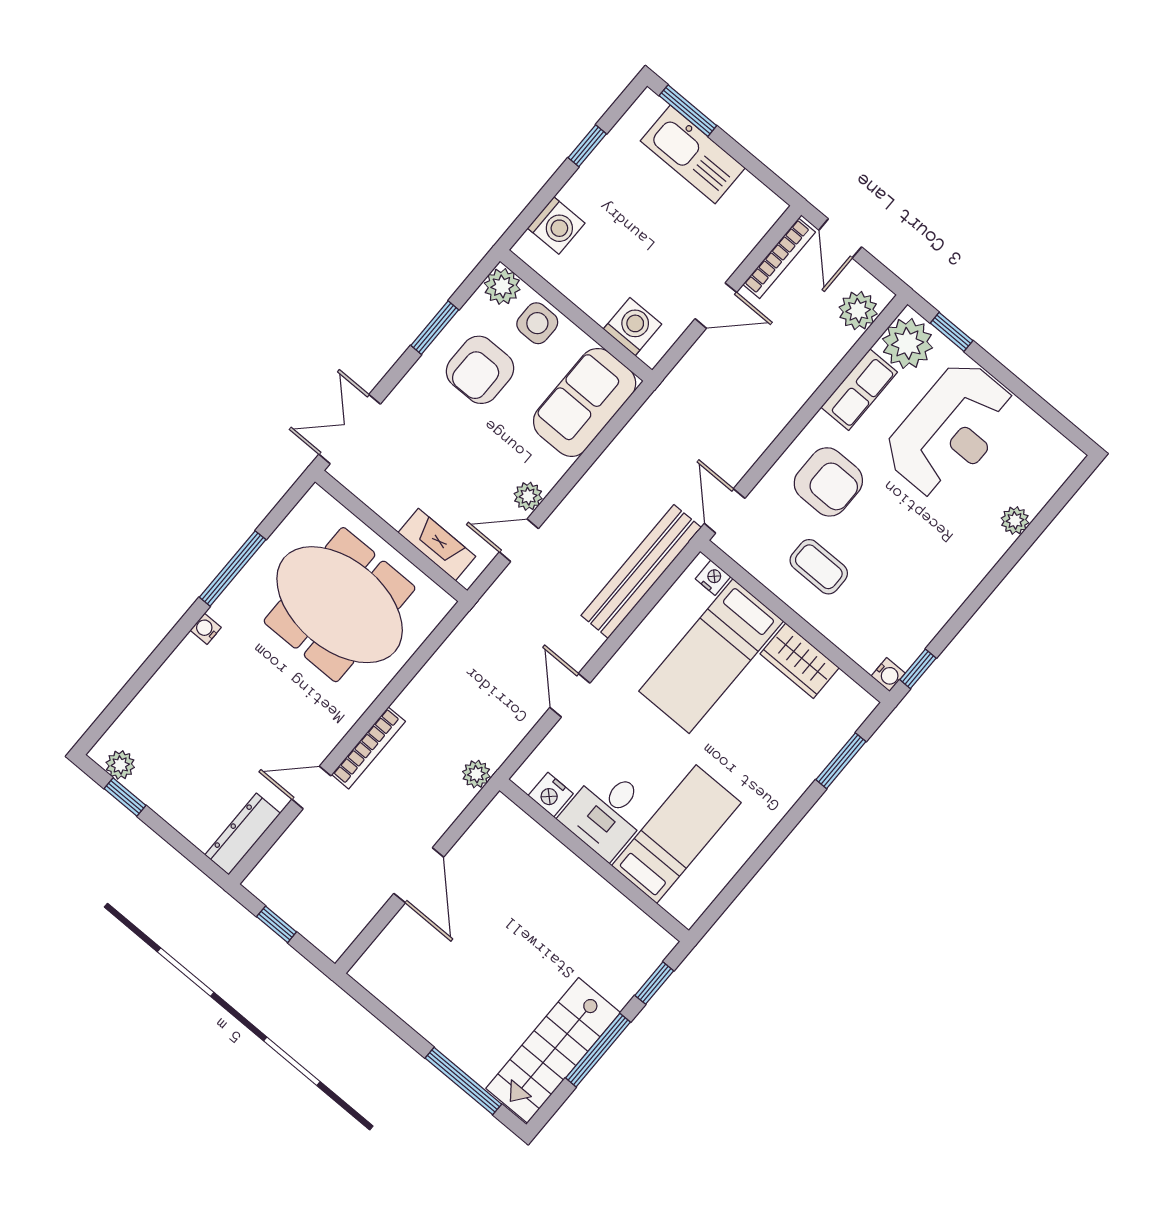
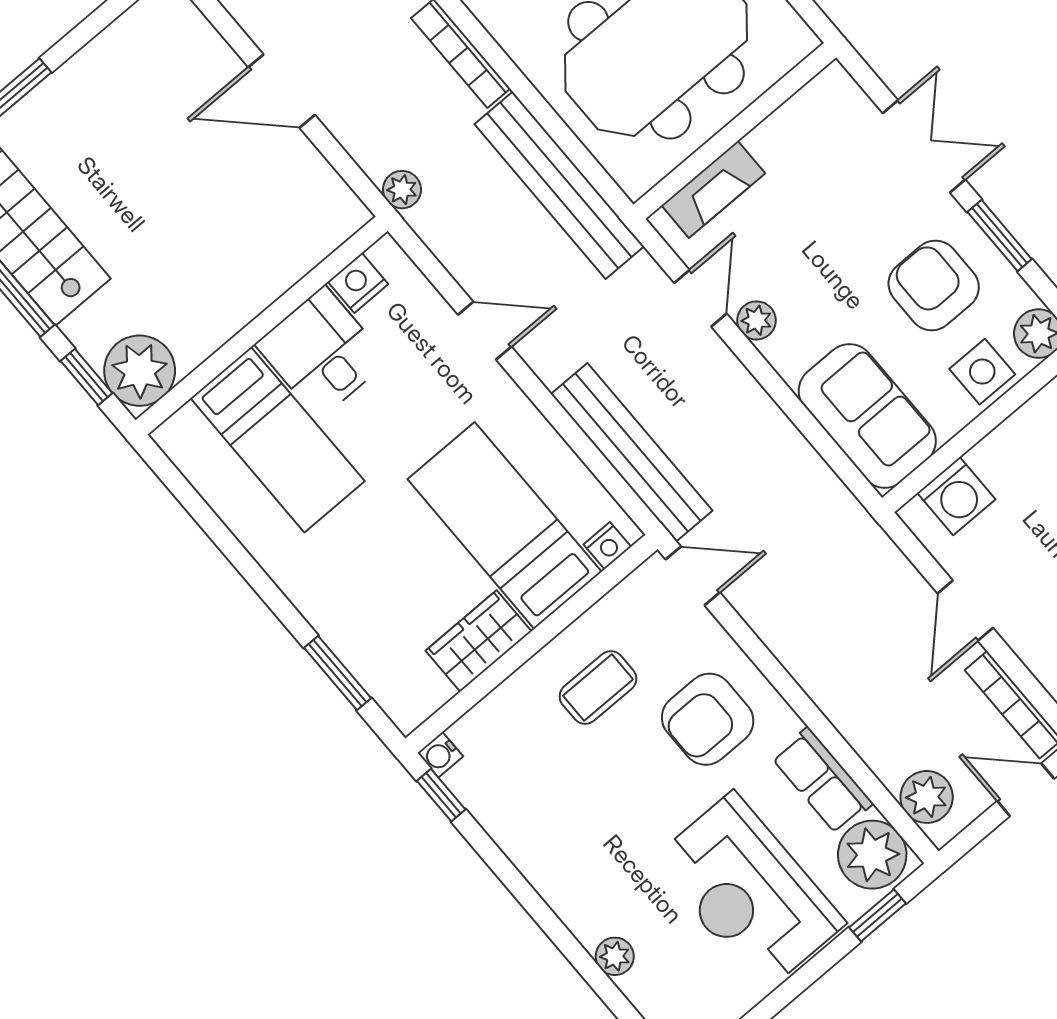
double door: (350, 429) -> (924, 146), moved
bench: (453, 659) -> (559, 185), added
plant: (643, 945) -> (140, 371), added

